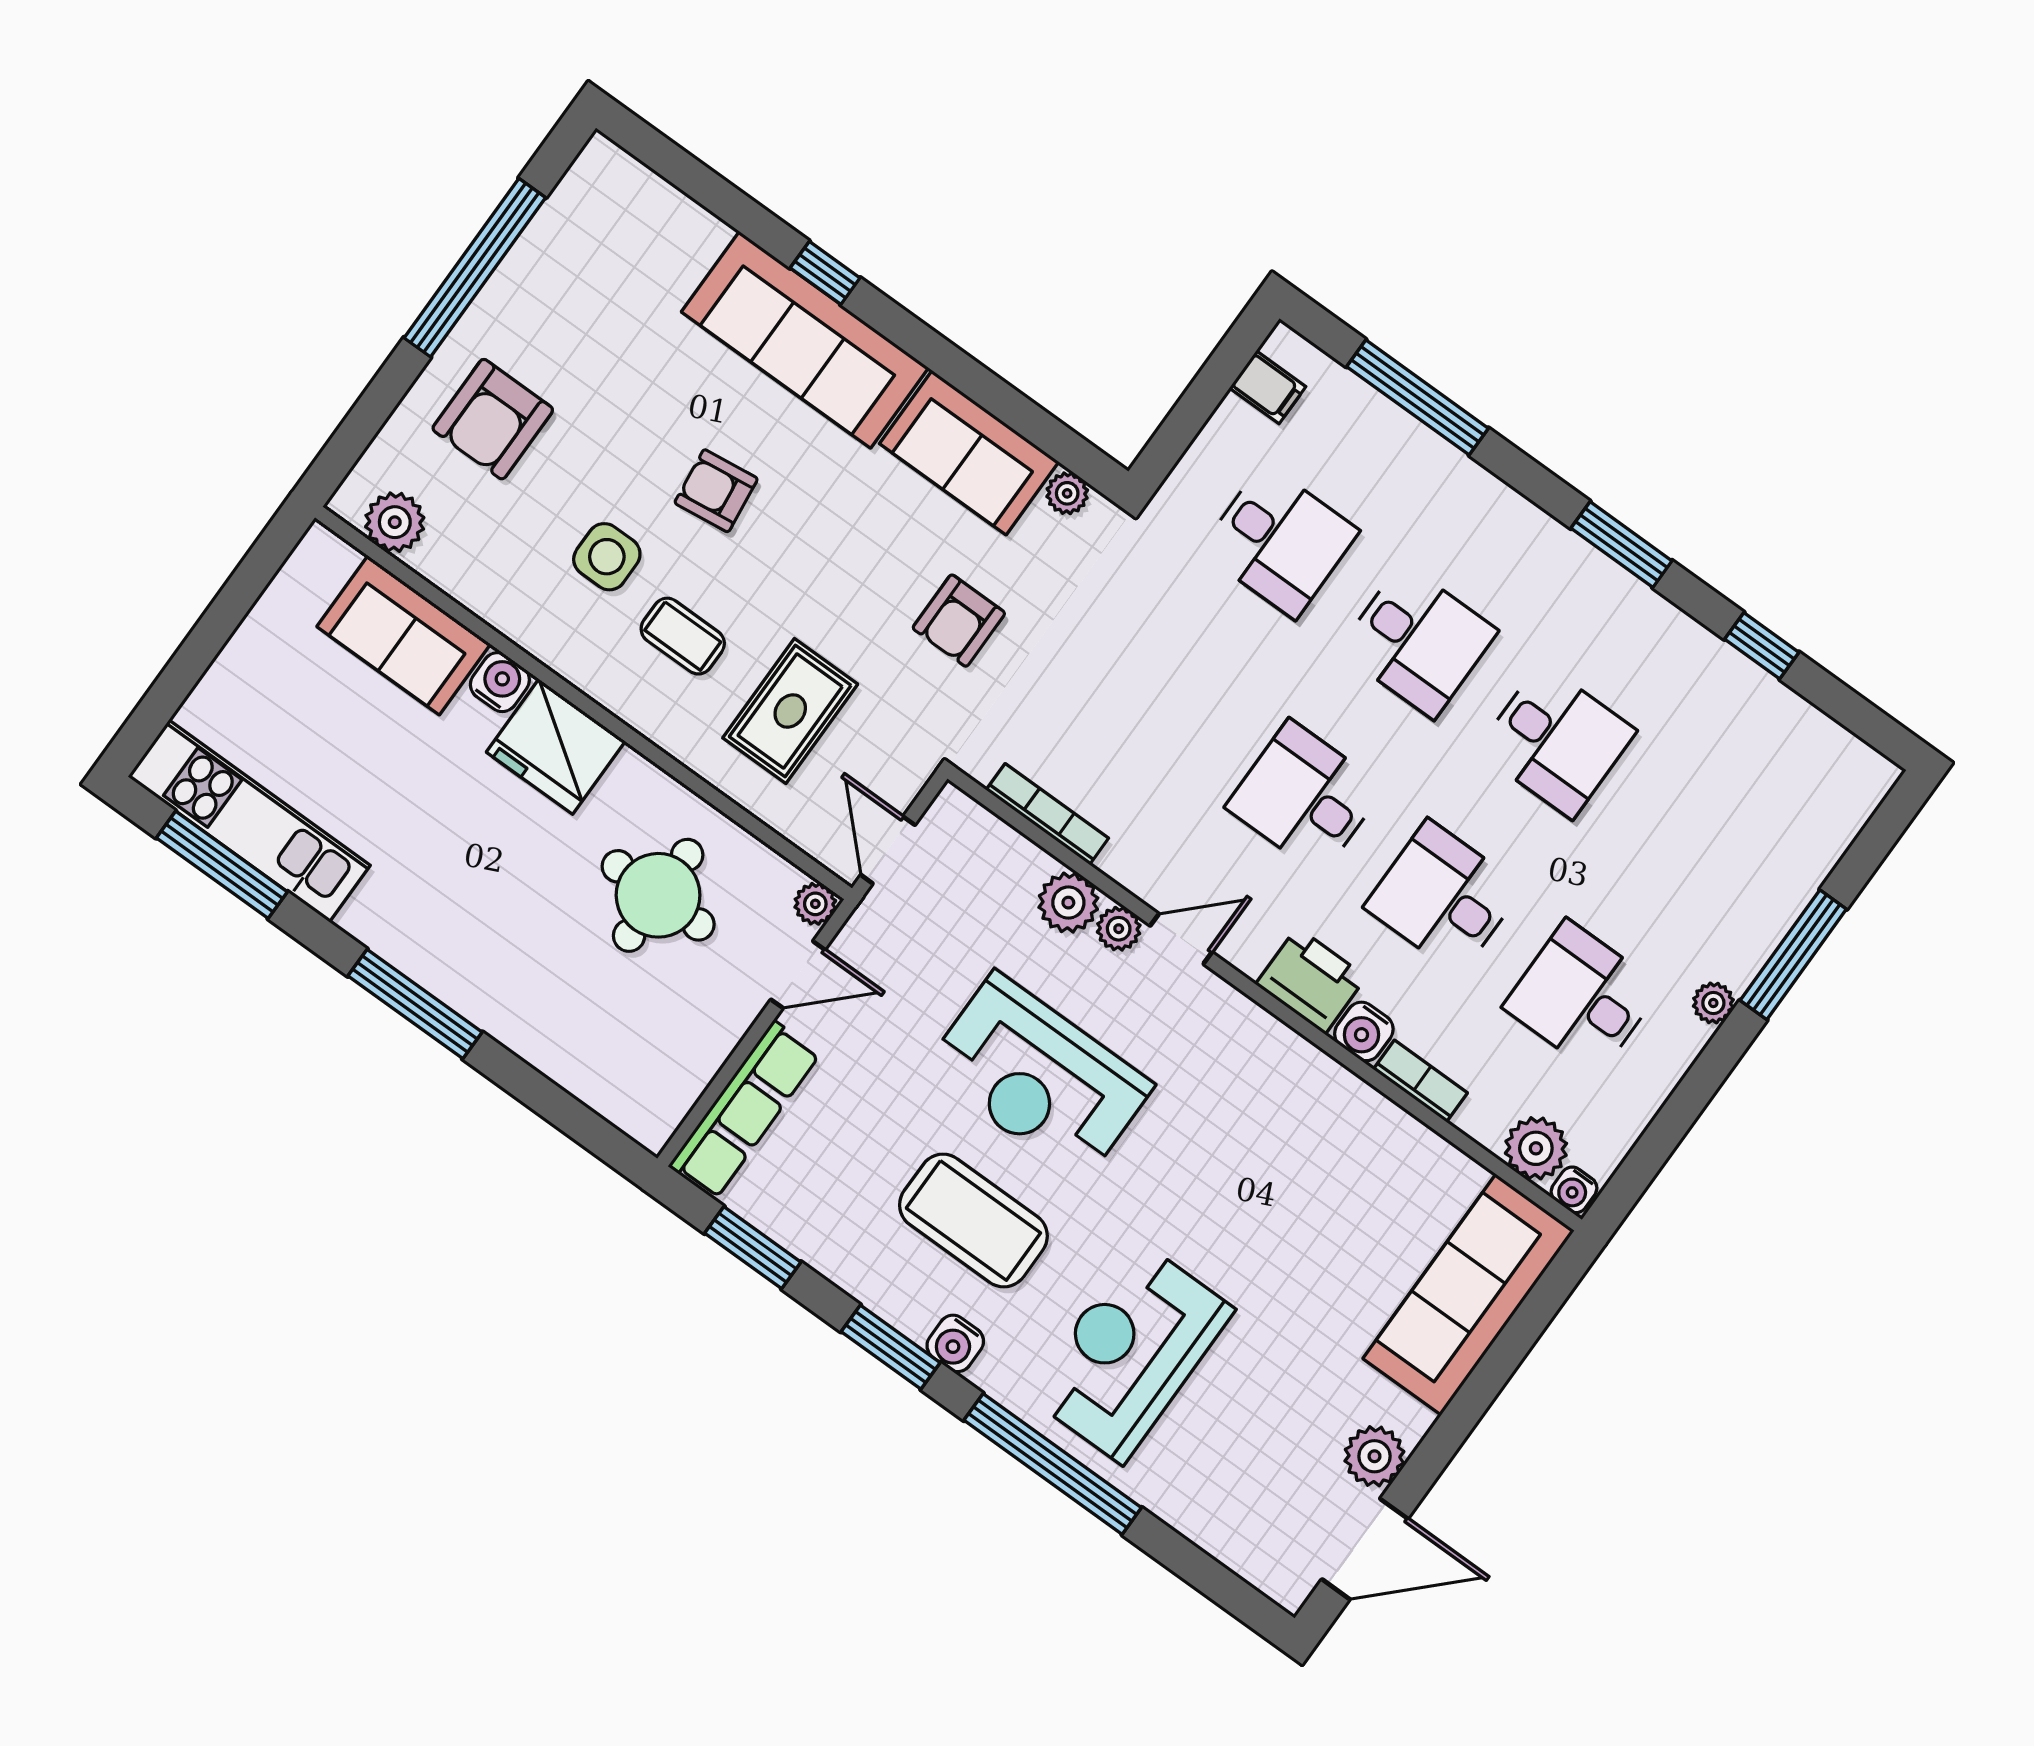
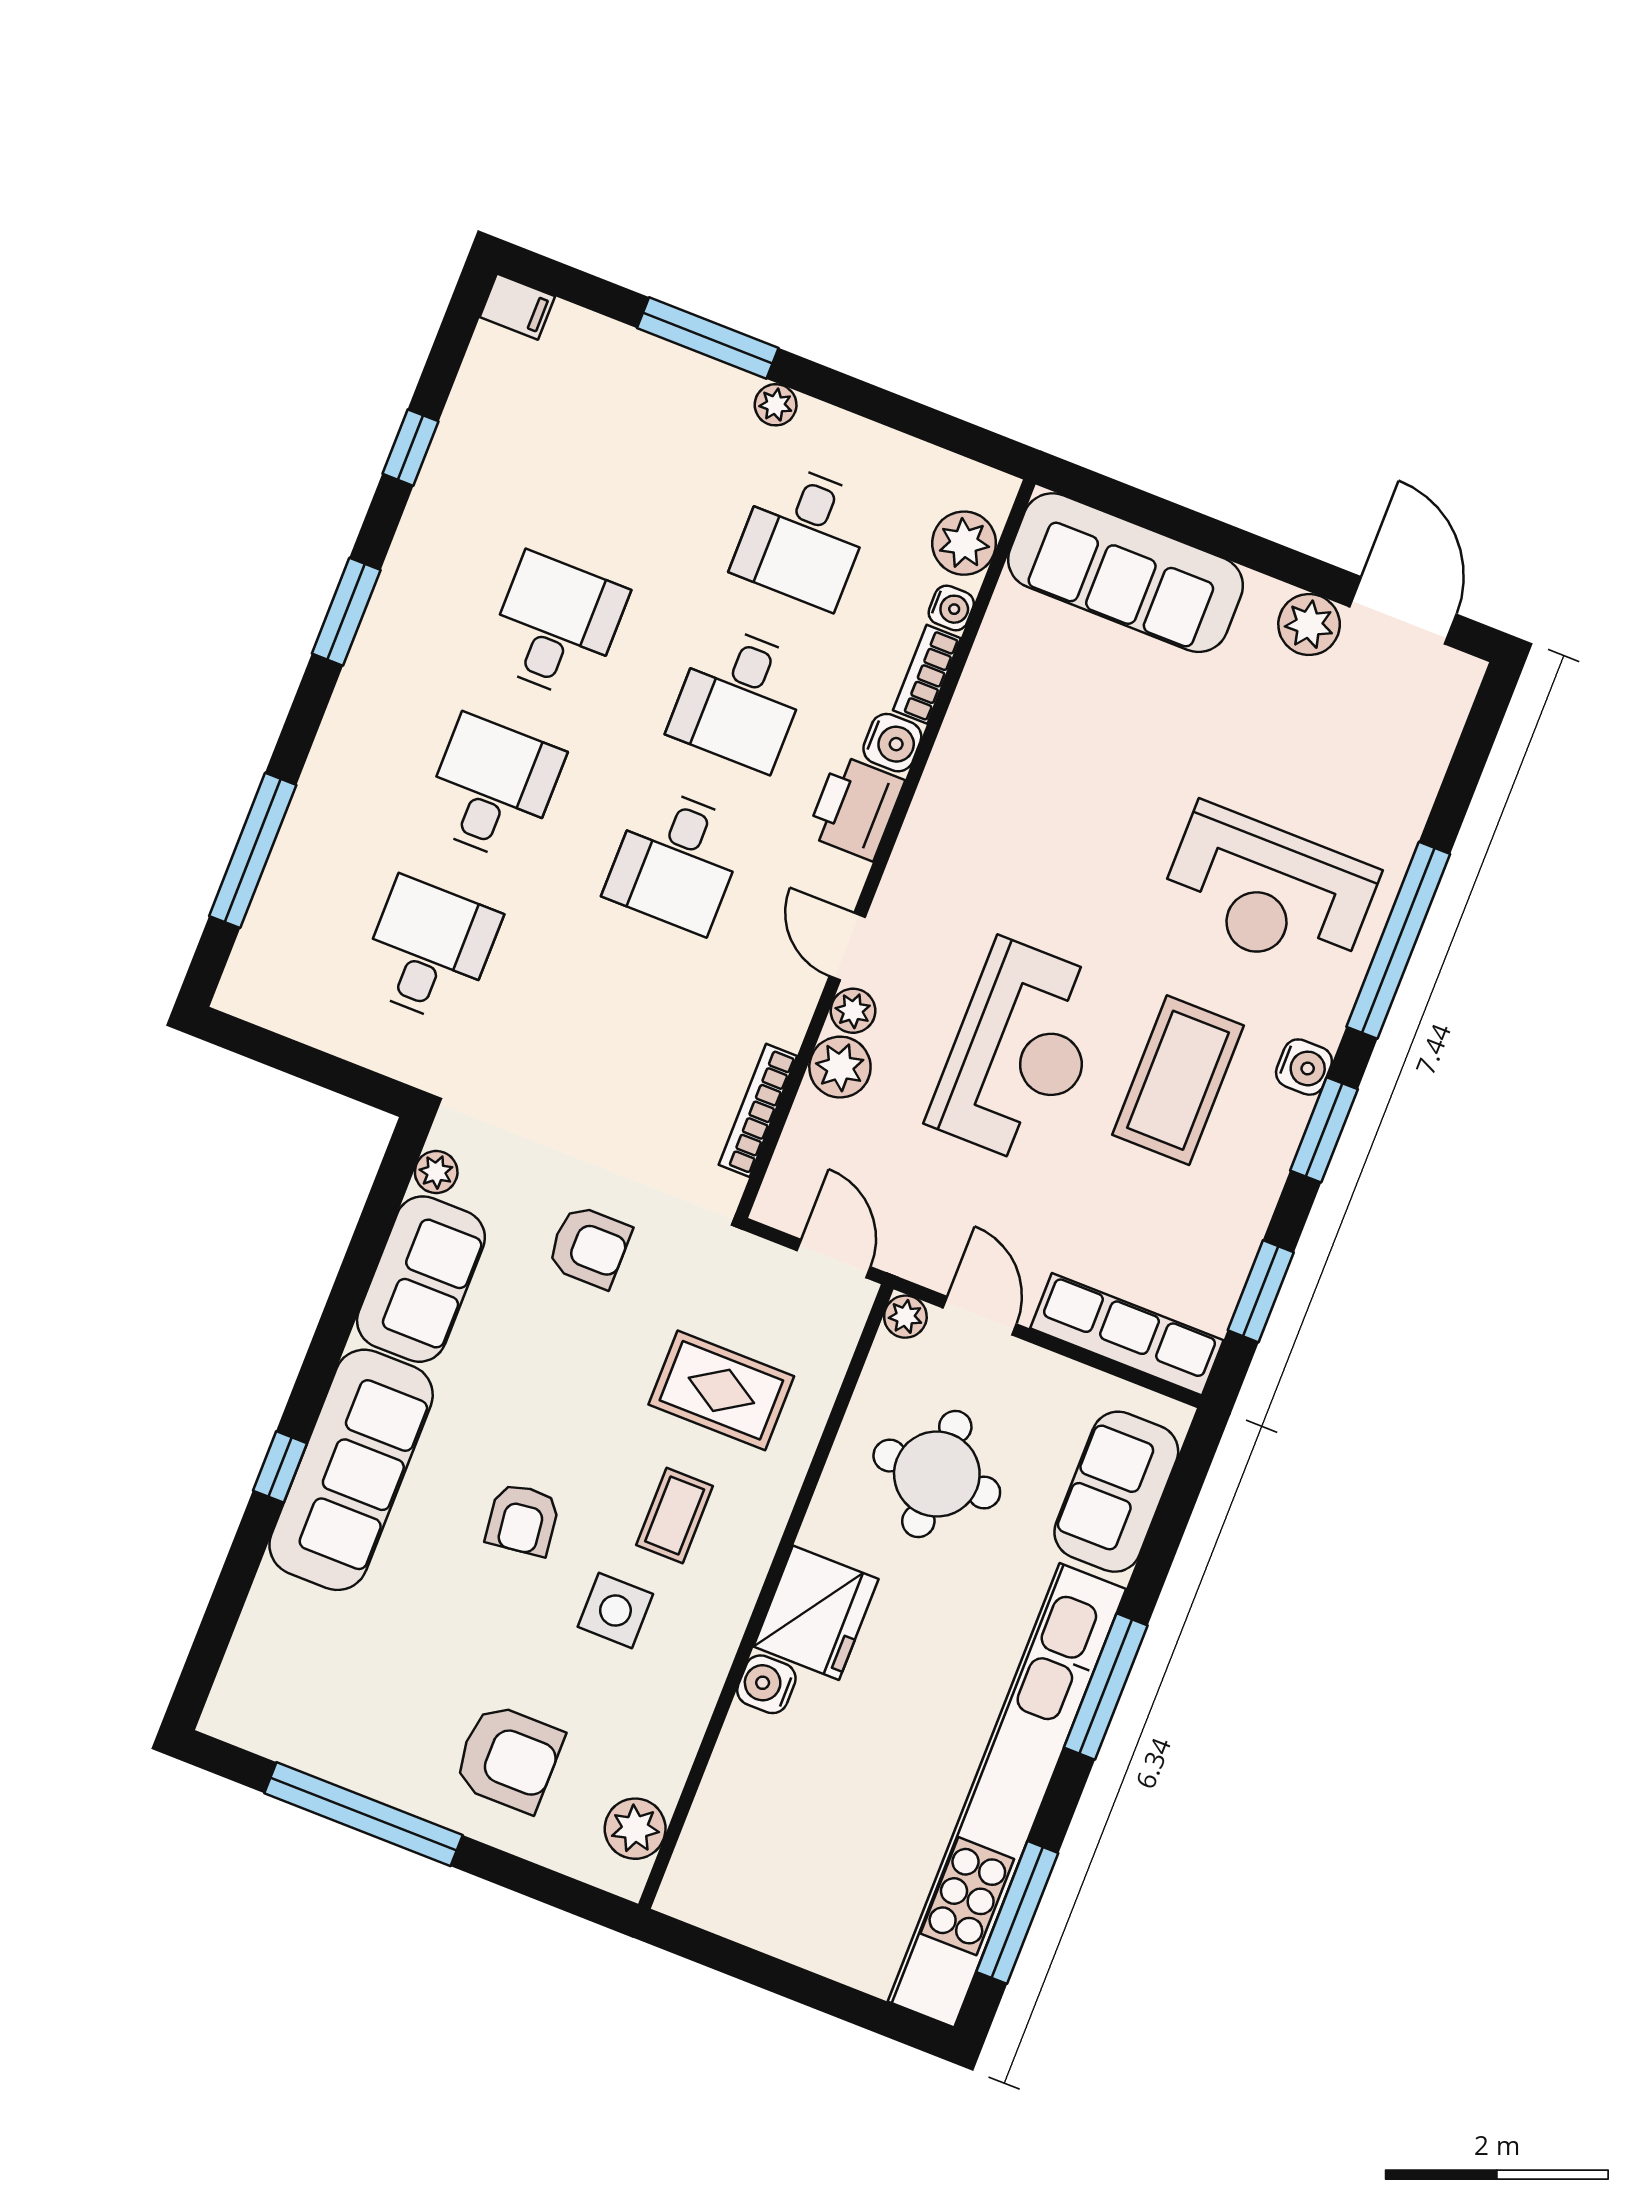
filing cabinet: (1268, 387) -> (517, 307), moved, turned 90
sofa: (404, 635) -> (1116, 1492), moved, turned 180
kitchen unit: (249, 821) -> (1007, 1795), width x1.86
door: (888, 850) -> (834, 1259), swing flipped
water cooler: (1574, 1190) -> (951, 608), moved

